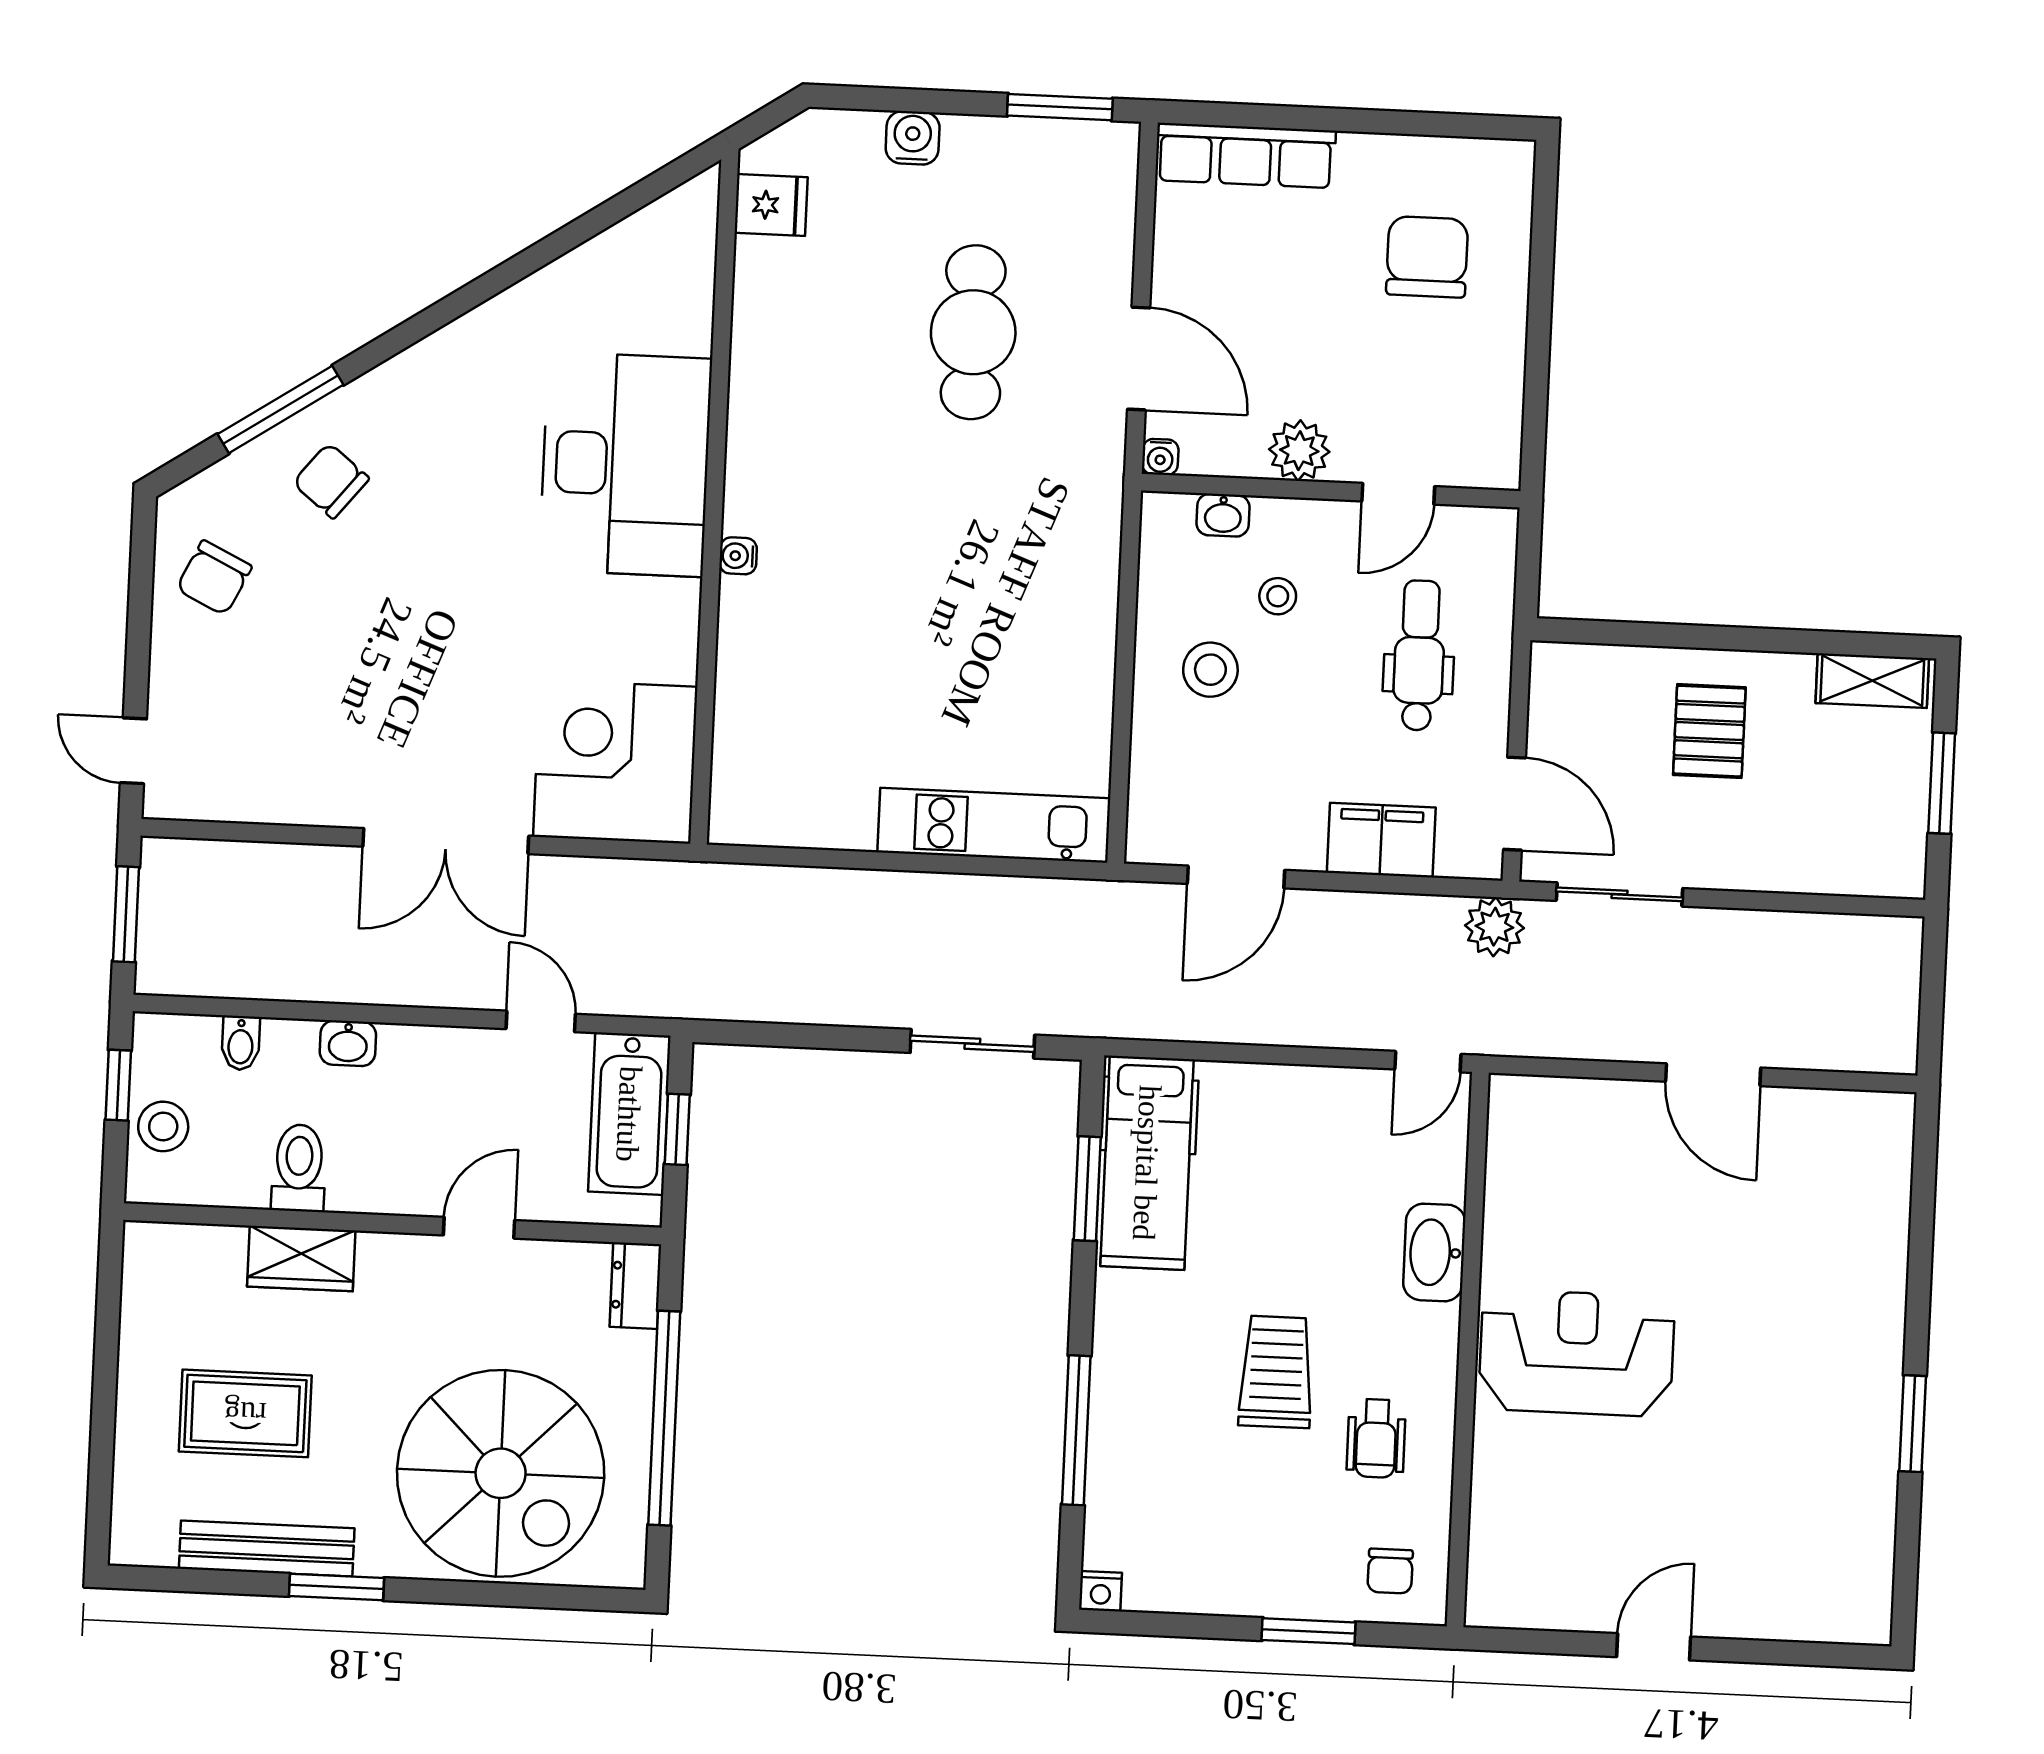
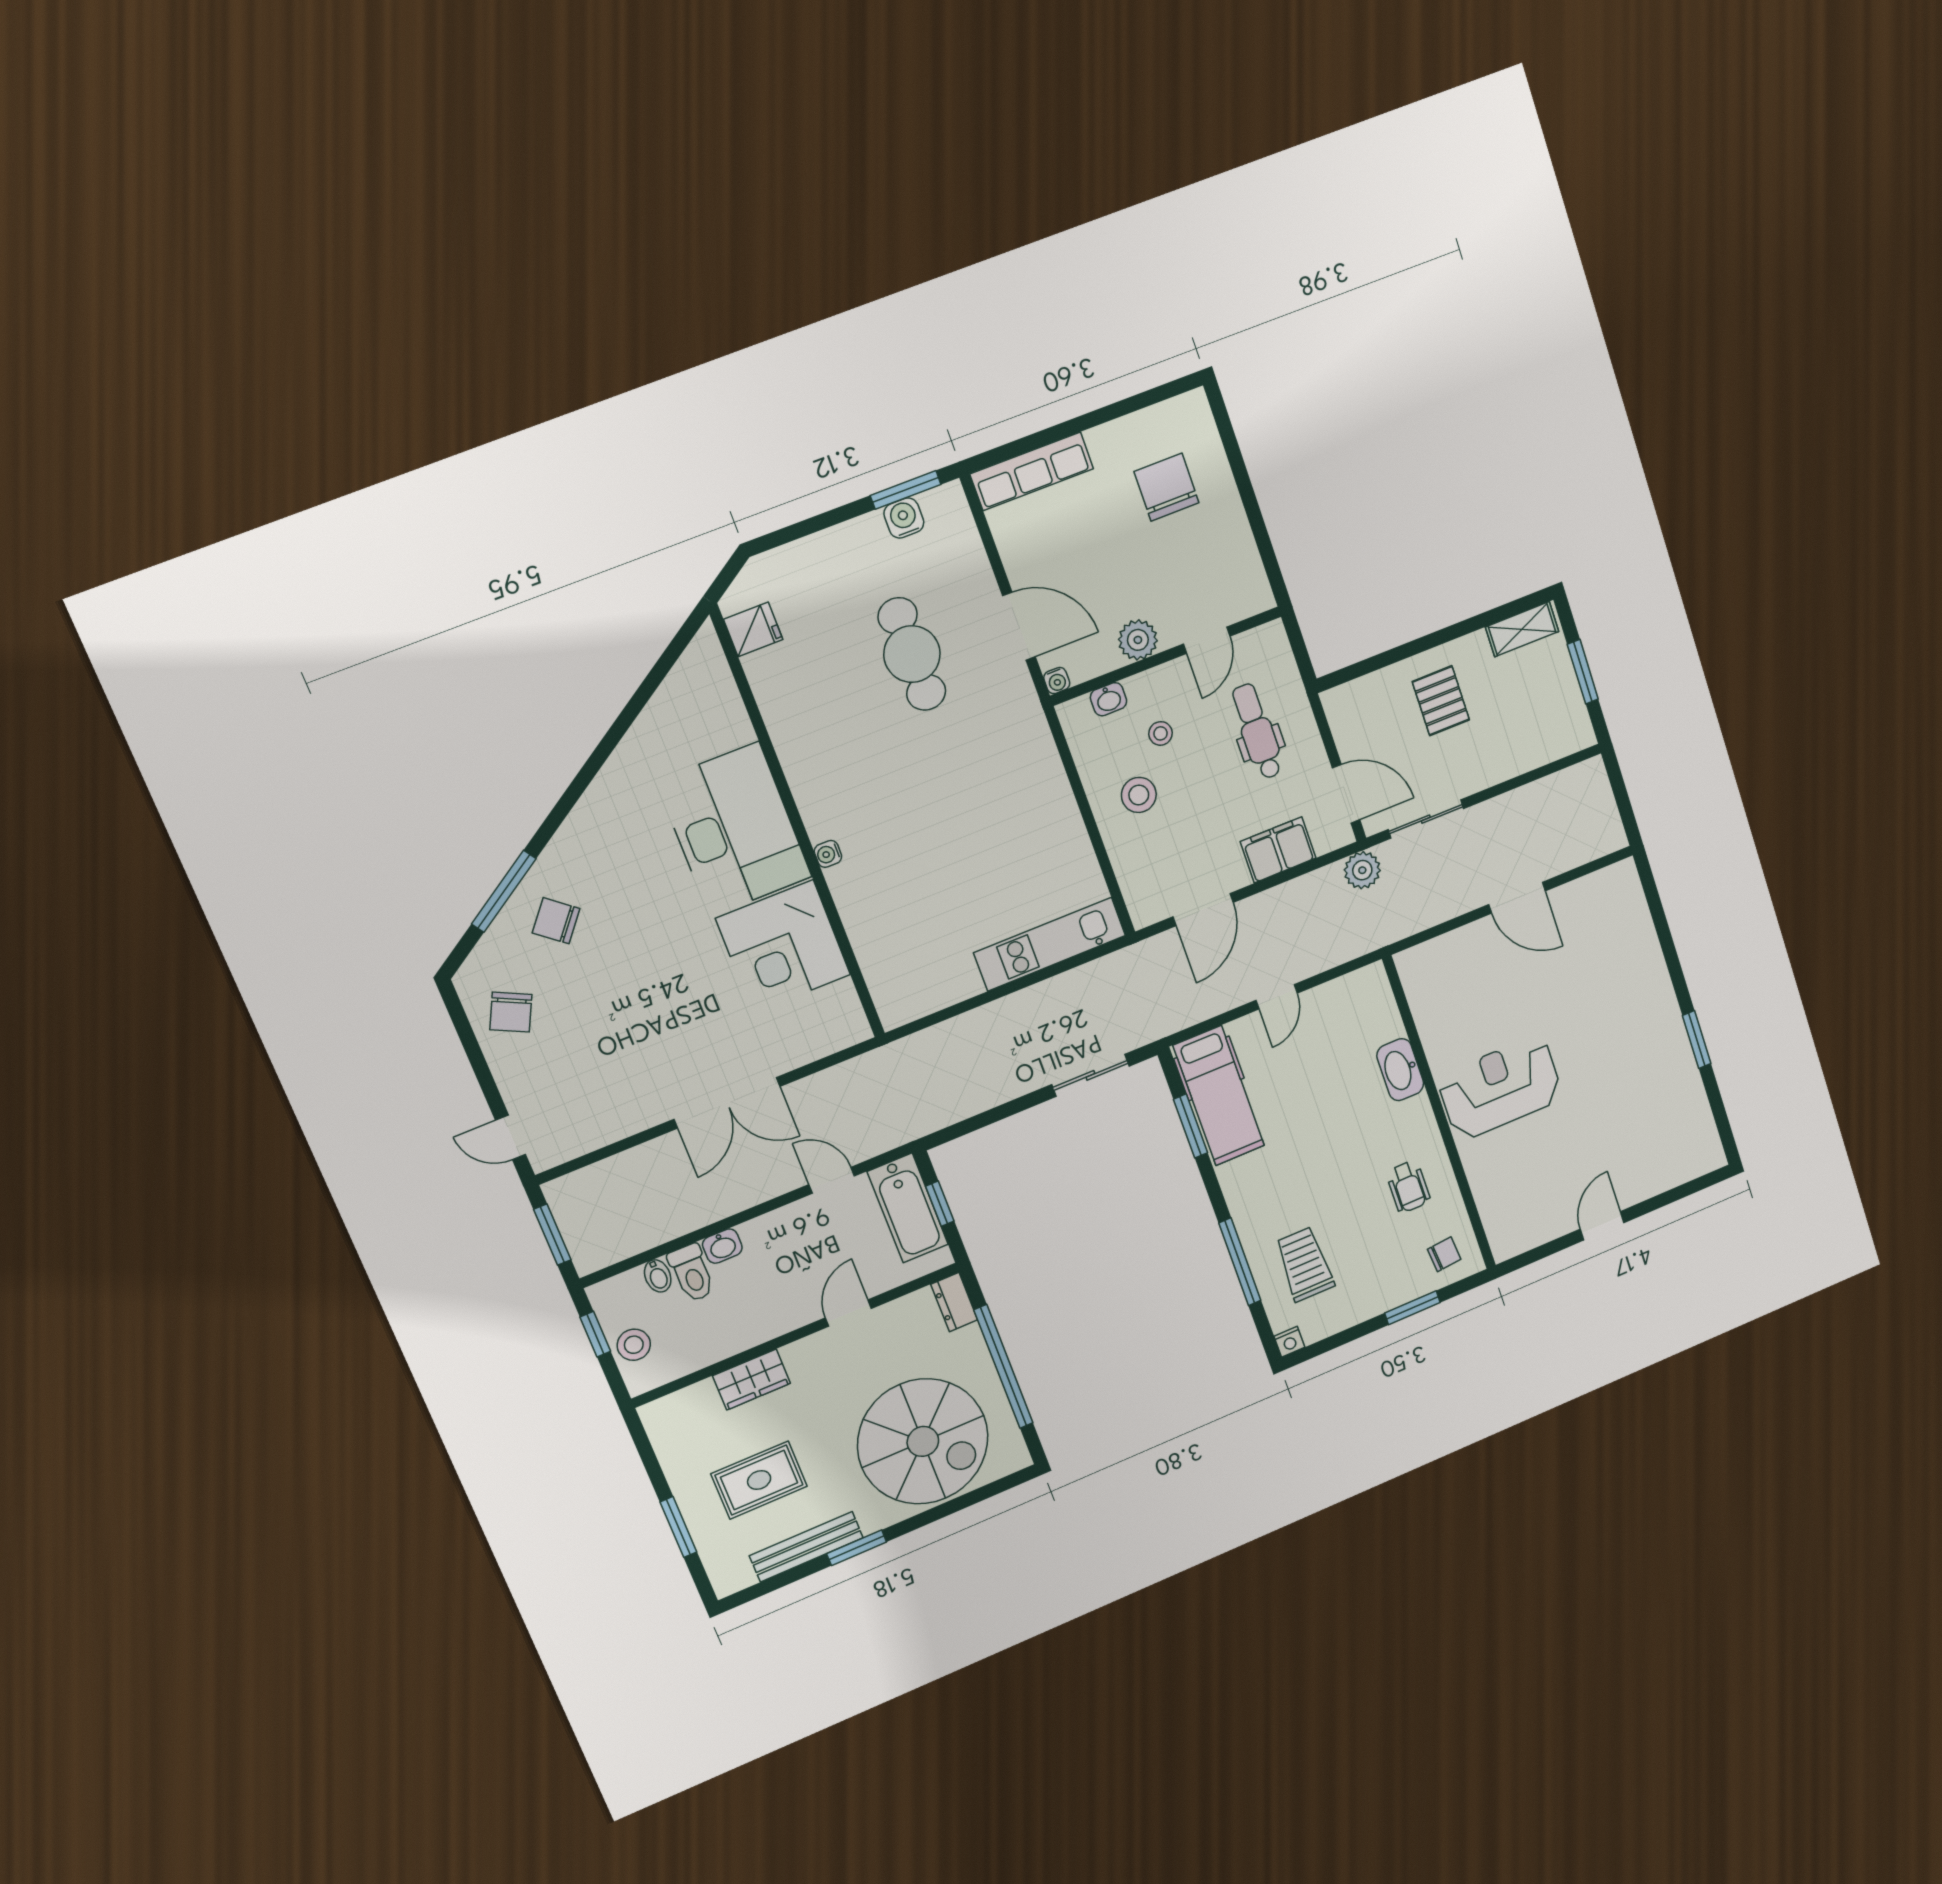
water cooler: (913, 138) -> (904, 518), moved
corner desk: (615, 762) -> (783, 947), moved, turned -90
door: (1428, 1062) -> (1277, 997), moved
toilet: (299, 1168) -> (692, 1273), moved, turned 180
trolley: (1276, 1372) -> (1305, 1264), moved
window: (103, 1426) -> (678, 1527), added
chair: (1390, 1571) -> (1444, 1254), turned -95

